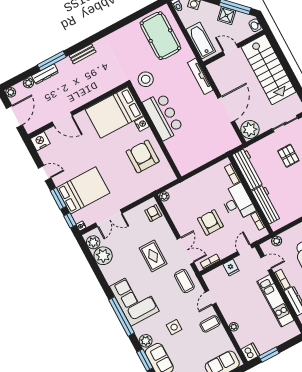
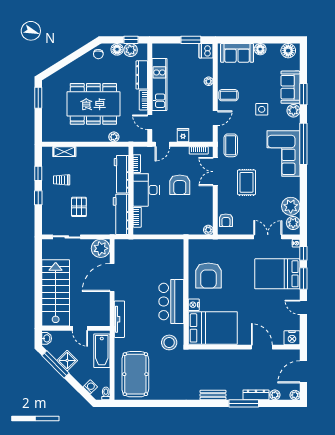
plant: (277, 241) -> (114, 137), moved

